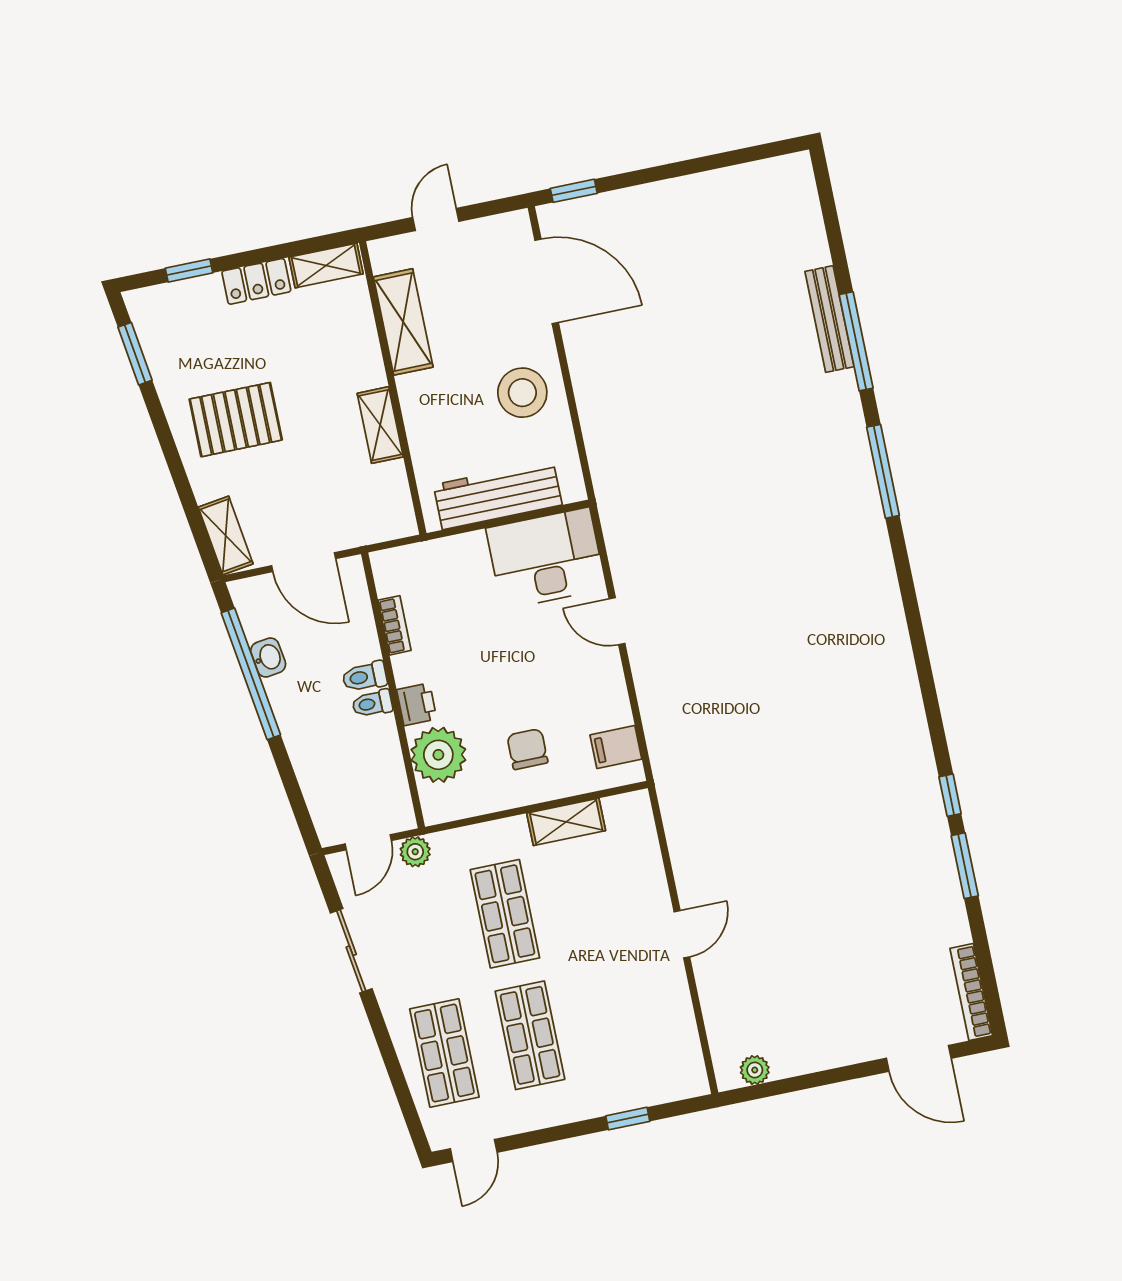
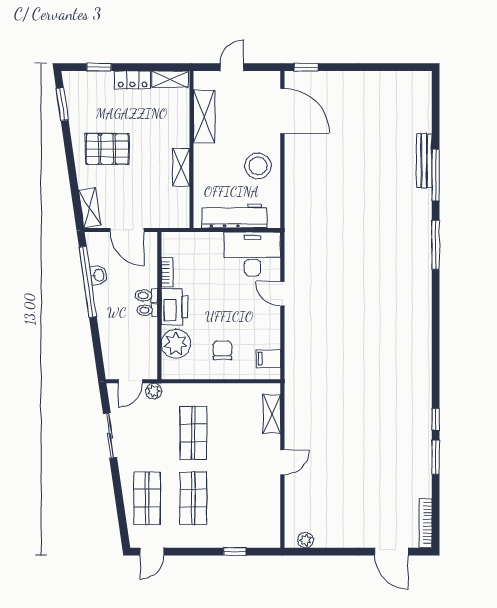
printer: (417, 704) -> (174, 307), width x1.87, depth x1.48
shelving: (566, 822) -> (272, 414), moved, turned 90

